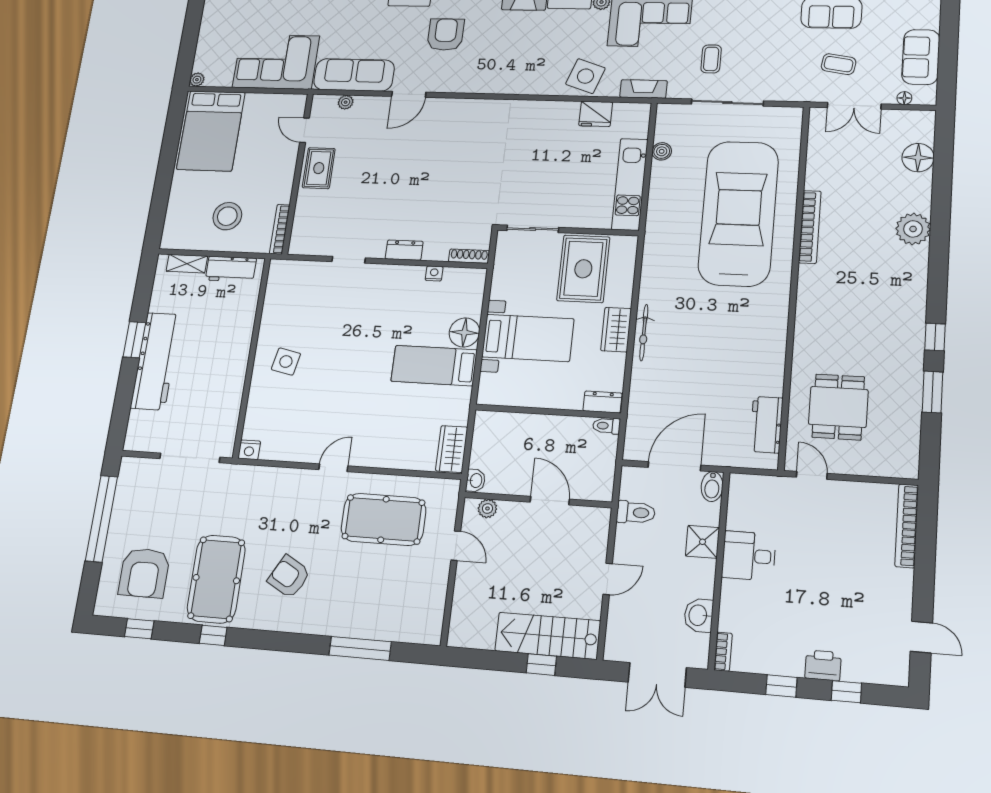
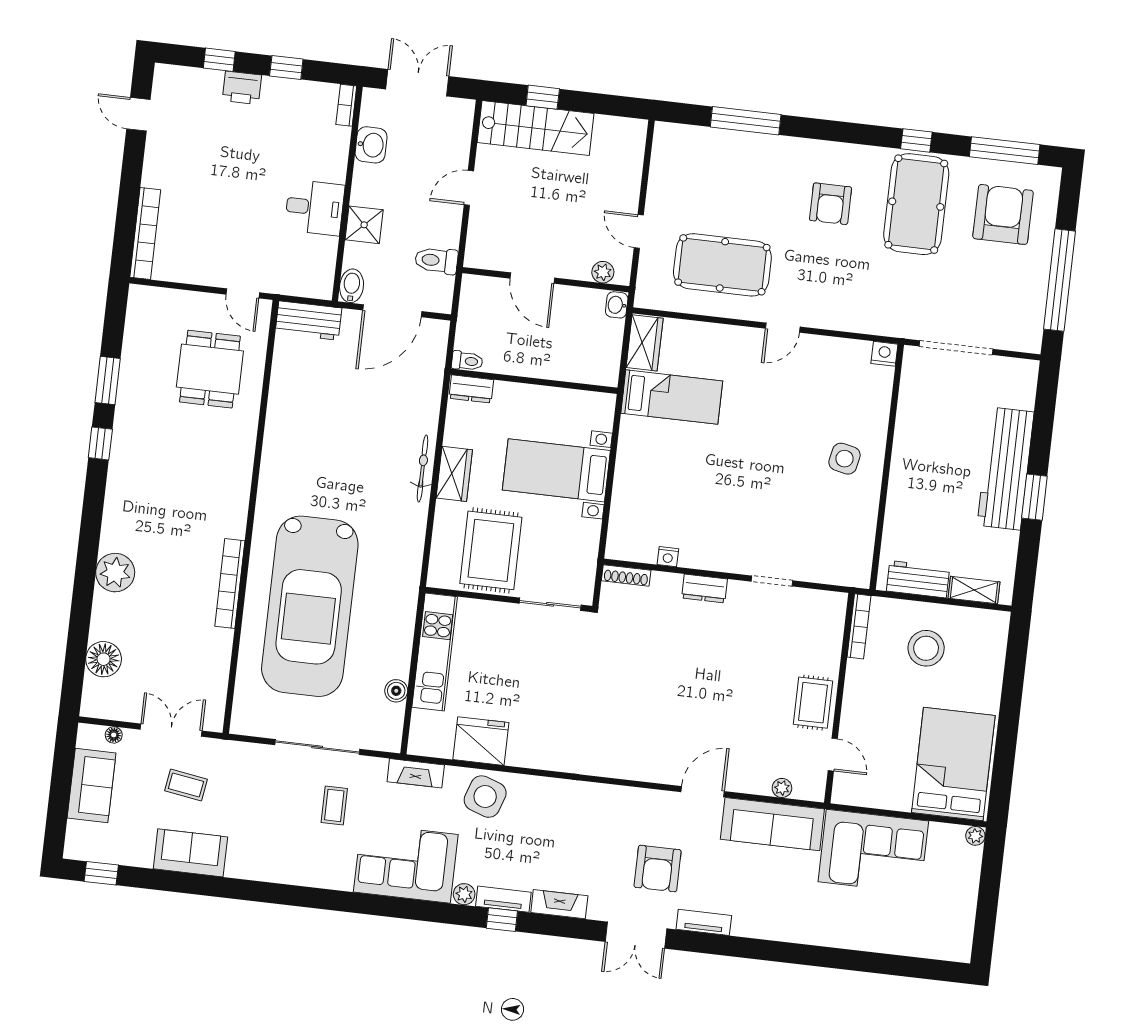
fridge: (596, 114) -> (481, 741), width x1.36, depth x1.34
floor lamp: (464, 333) -> (631, 481), removed
bed: (434, 366) -> (672, 397), moved
workbench: (766, 425) -> (308, 321), moved, turned 90
armchair: (289, 577) -> (831, 204), turned 61
window: (139, 629) -> (1005, 151), width x2.17

